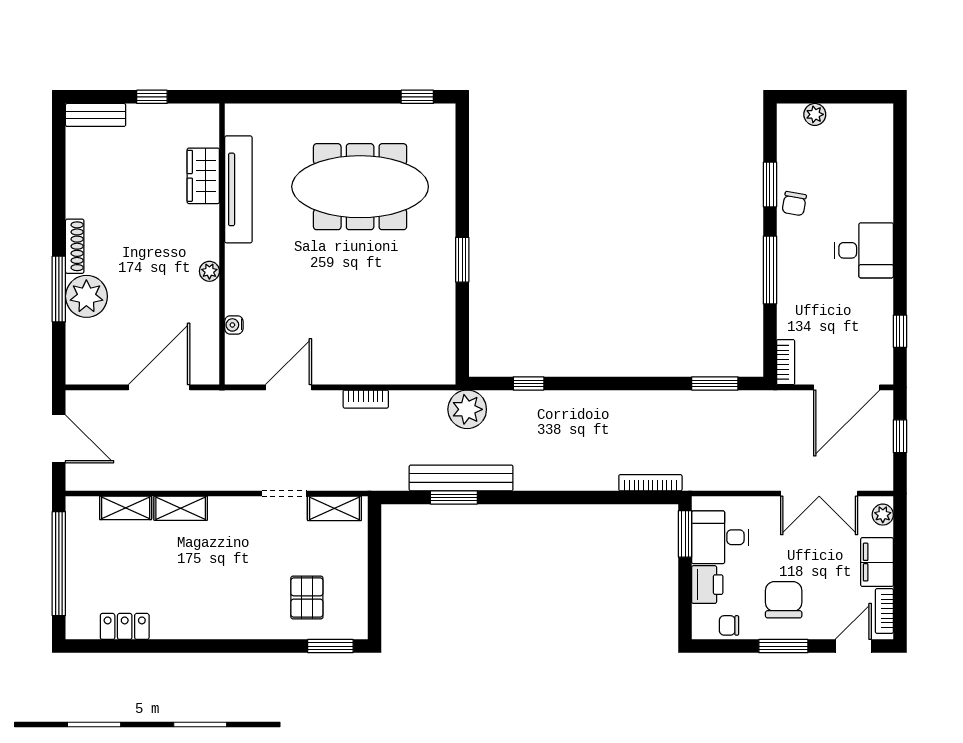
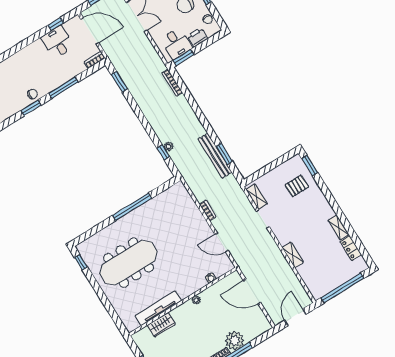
meeting table: (360, 187) -> (129, 263), turned 90
desk: (864, 250) -> (58, 42), moved
window: (462, 260) -> (132, 207), width x2.11
plant: (467, 409) -> (168, 146), moved, width x0.53, depth x0.53
shelving: (126, 508) -> (339, 227), moved

